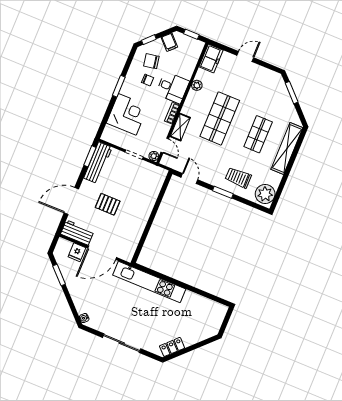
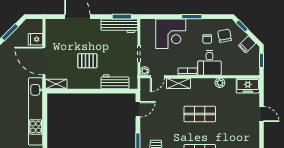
shop shelf: (220, 118) -> (200, 114), width x0.70, depth x0.74
pallet: (108, 204) -> (87, 61), moved, turned 90
workbench: (77, 233) -> (115, 82), moved, turned -90
shelving: (130, 250) -> (56, 84), added

